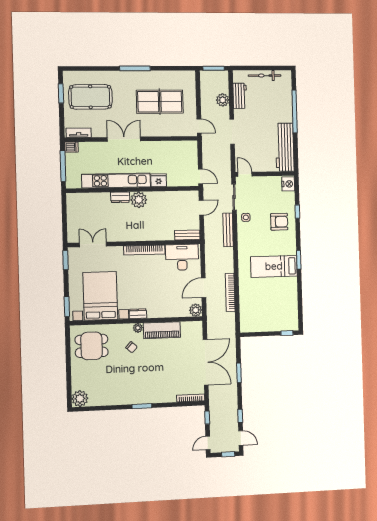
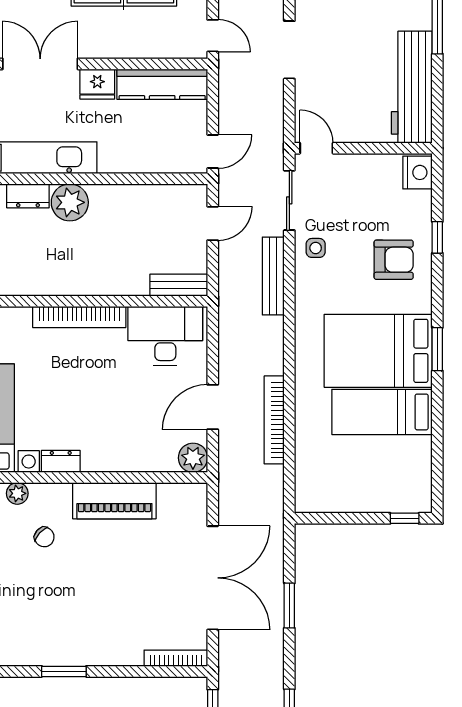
kitchen counter: (178, 147) -> (162, 84), added
door: (200, 176) -> (213, 152), hinge flipped
fridge: (159, 180) -> (97, 84), moved, turned 180
bed: (274, 266) -> (378, 351), width x1.50
bed: (276, 287) -> (382, 412), added
plant: (138, 328) -> (17, 493), moved

